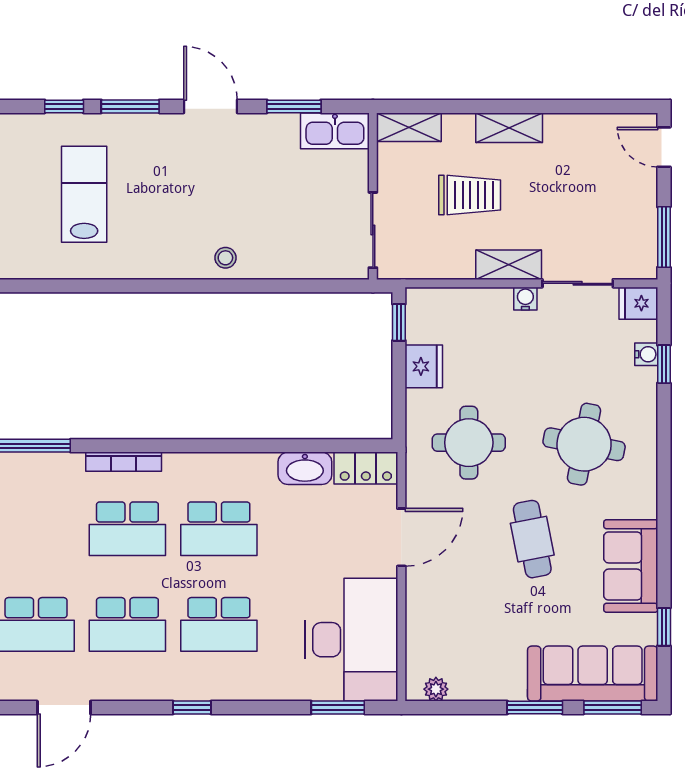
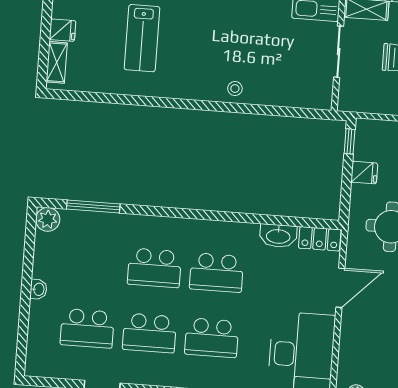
lab bench: (84, 194) -> (142, 38), turned 180
sliding door: (373, 230) -> (339, 52), moved
fridge: (424, 366) -> (364, 173), width x0.72
bookcase: (124, 462) -> (155, 222), removed

